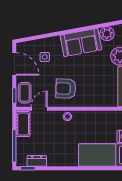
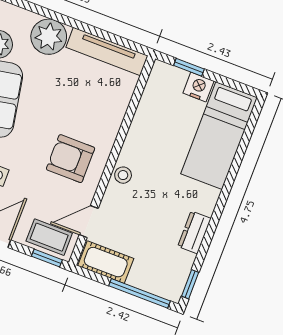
armchair: (66, 89) -> (71, 159), turned 88
door: (39, 109) -> (89, 222), hinge flipped
dresser: (37, 161) -> (194, 232), moved

